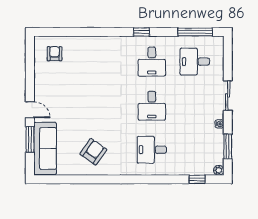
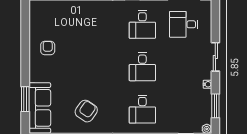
armchair: (55, 54) -> (48, 48), moved
door: (30, 110) -> (25, 71), removed
desk: (152, 150) -> (142, 109), turned -90

